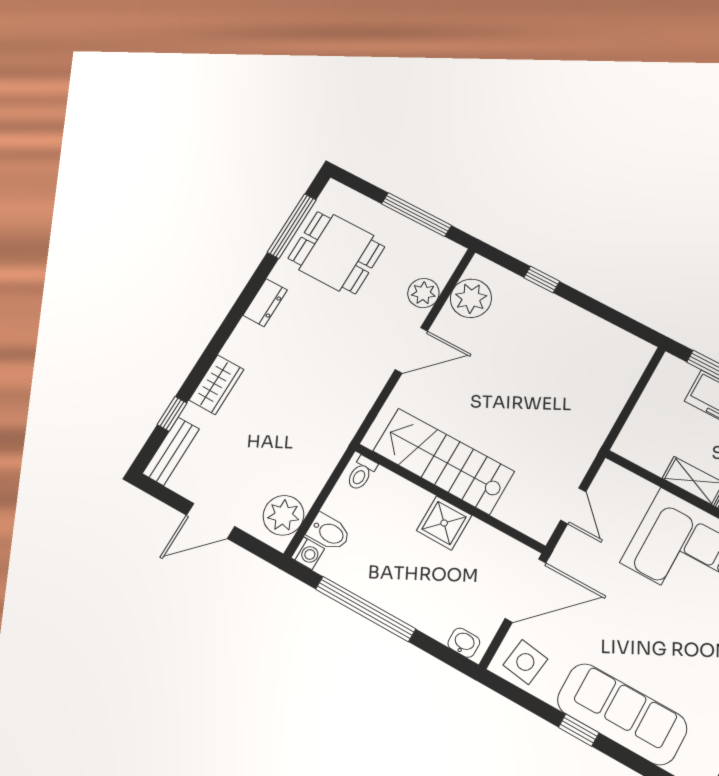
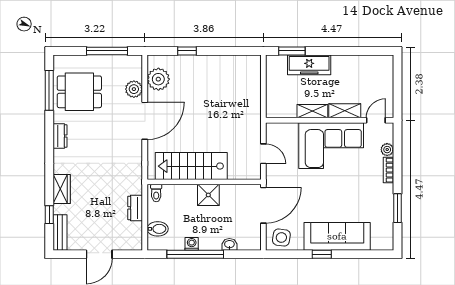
door: (411, 350) -> (145, 121), width x1.36
dresser: (313, 478) -> (135, 208), added
plant: (283, 515) -> (132, 233), removed
washing machine: (308, 553) -> (192, 244), moved, turned -90
washbasin: (464, 643) -> (229, 244), moved

